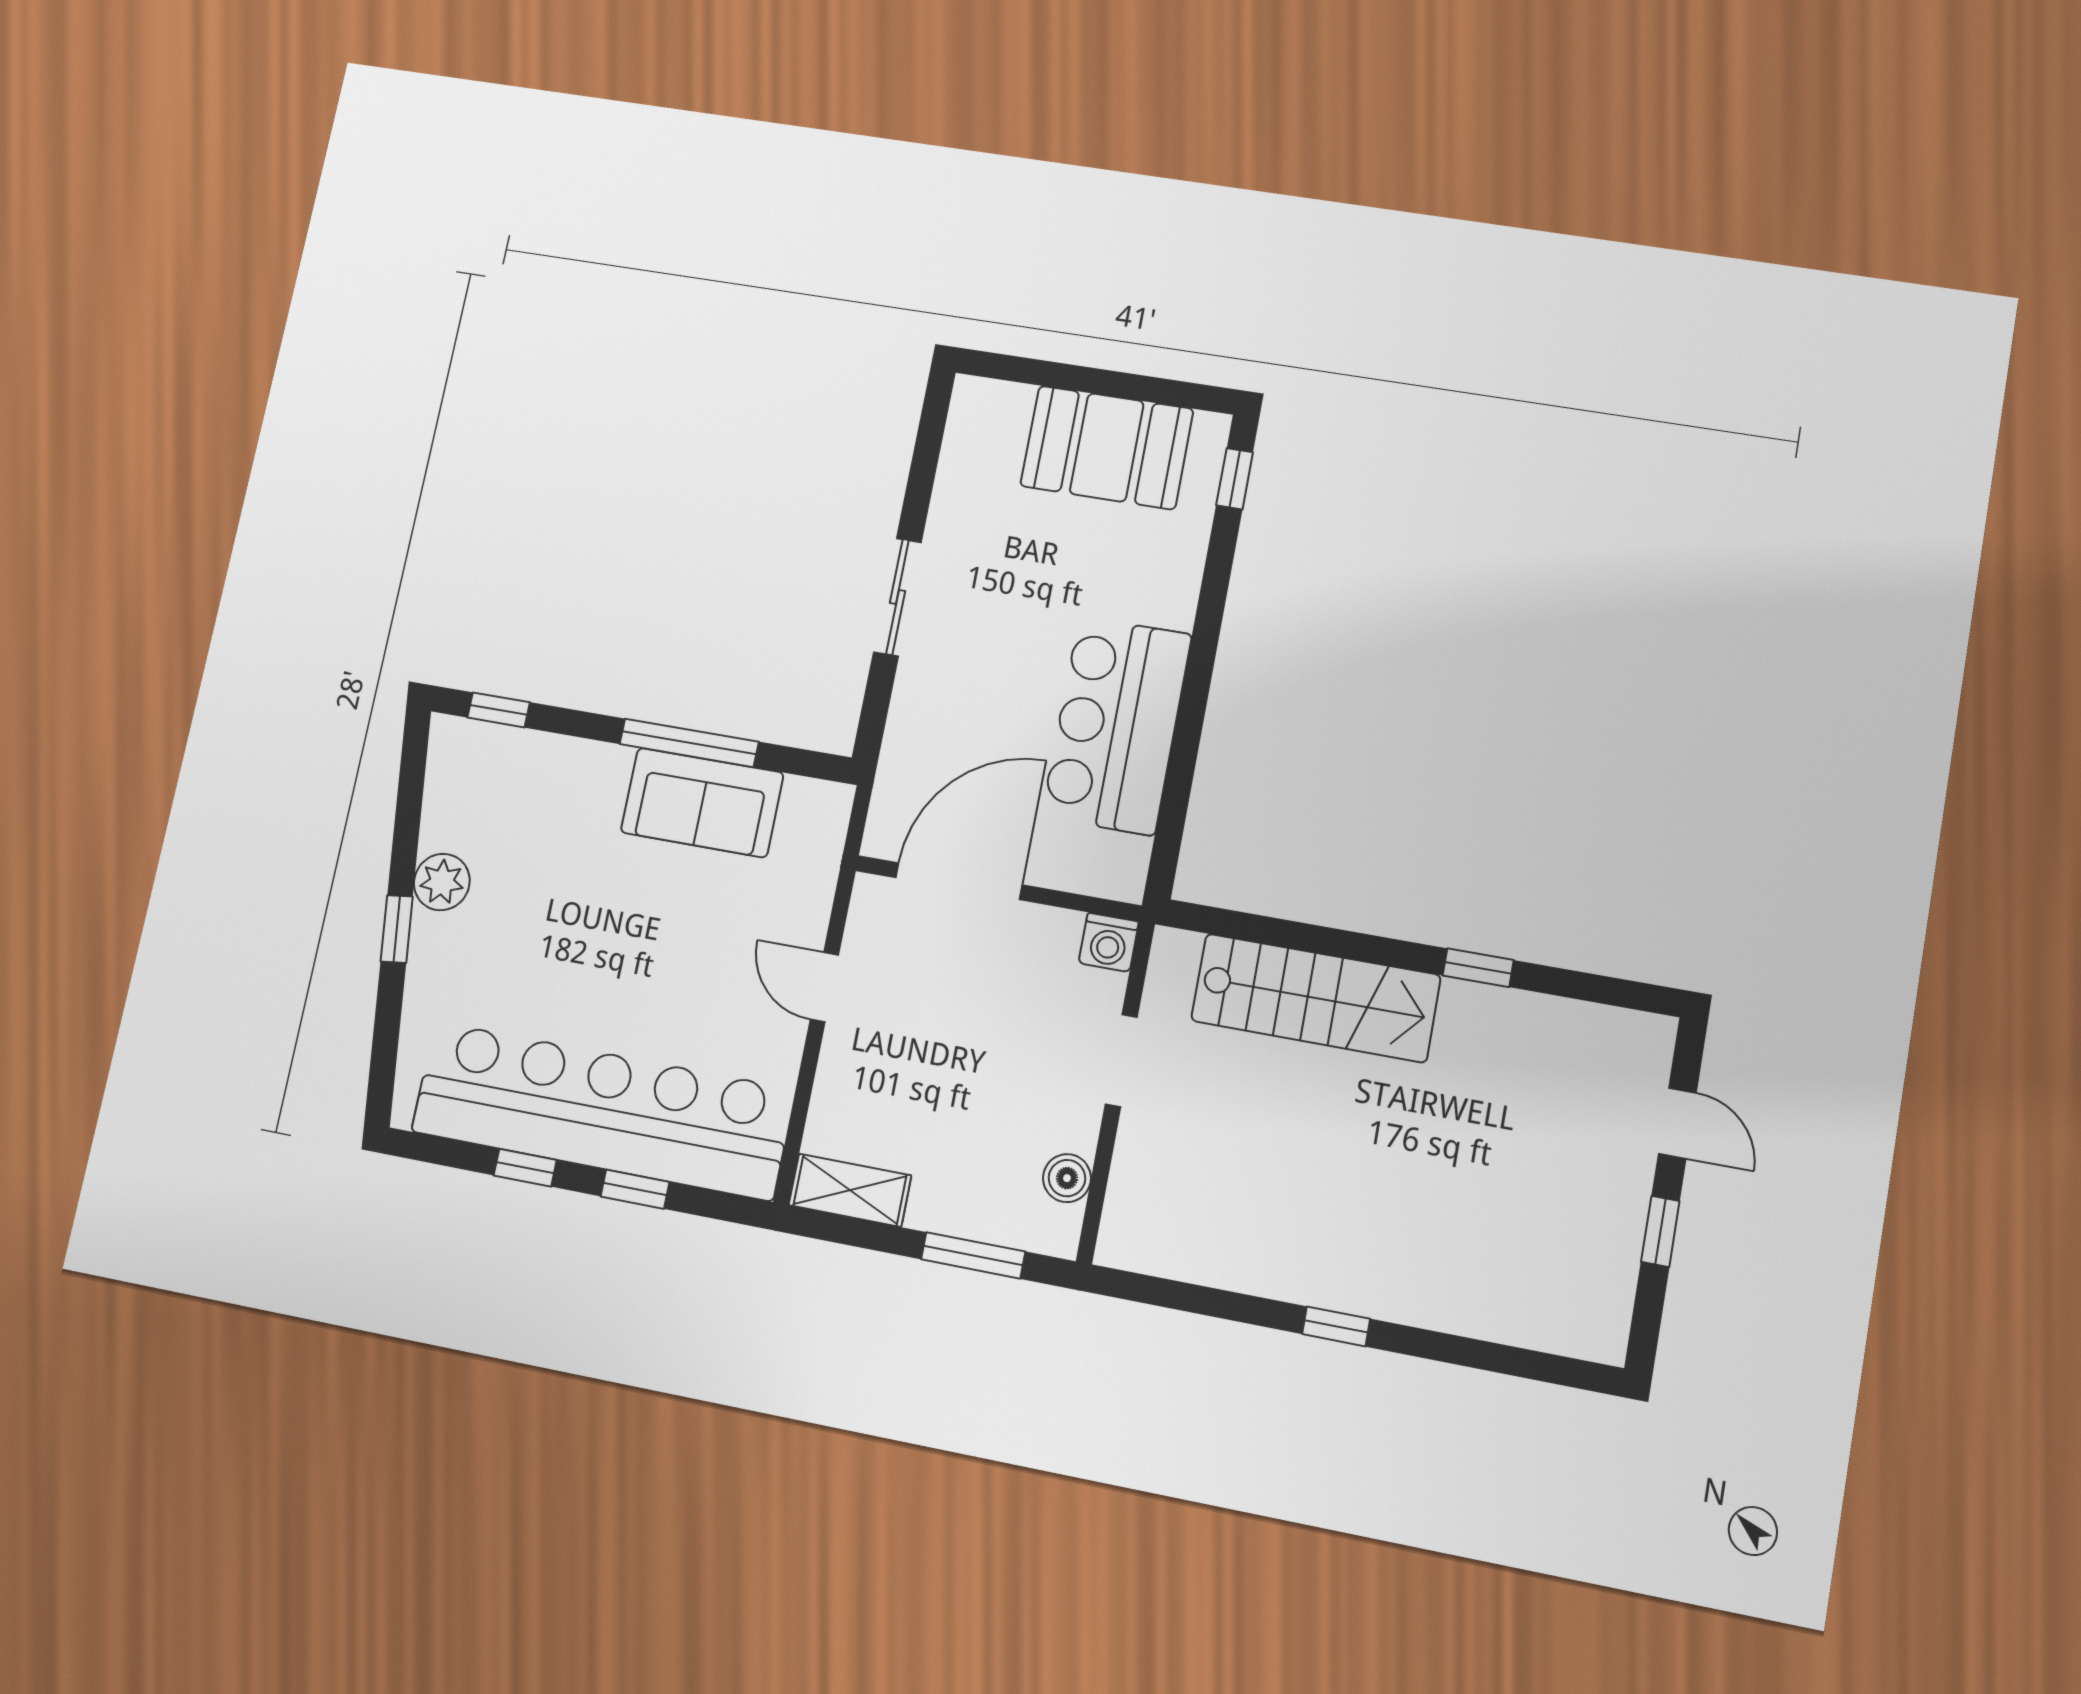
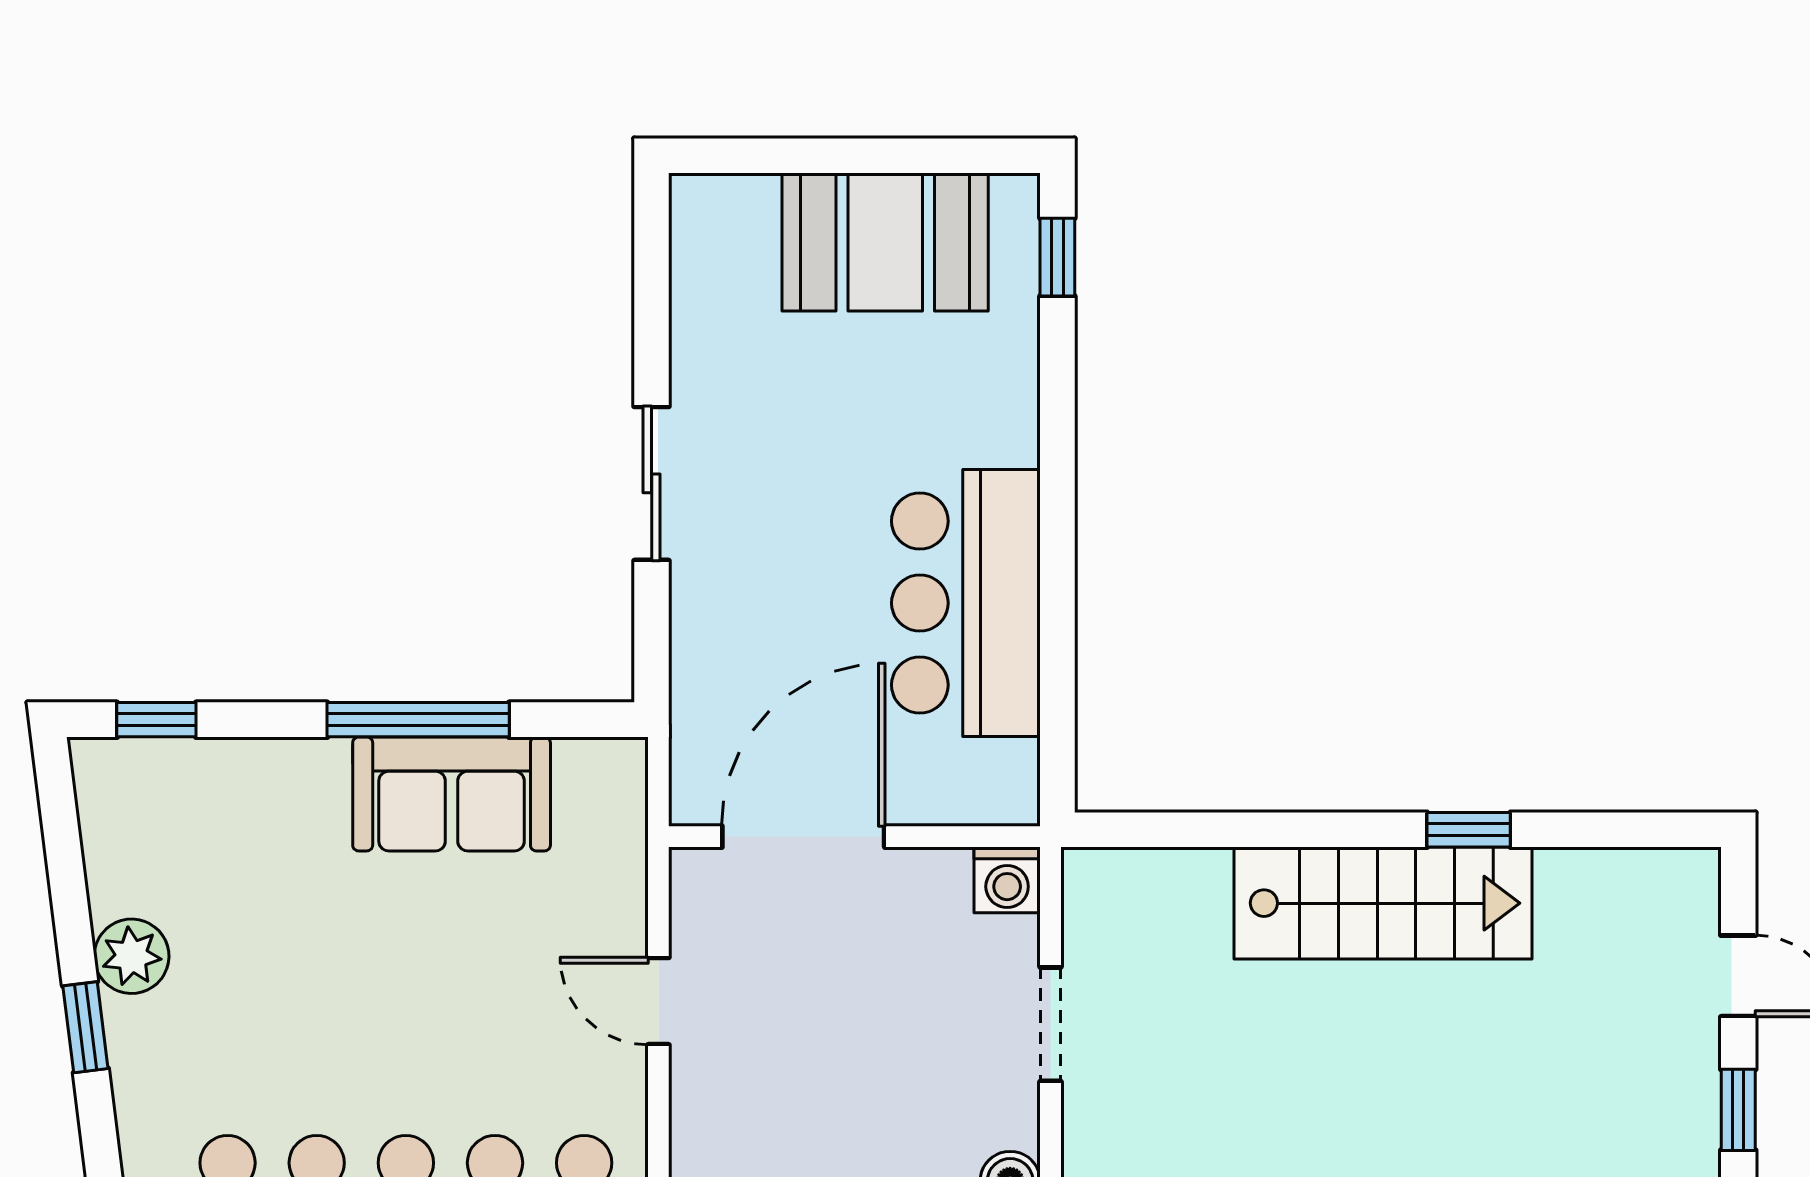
stairs: (1316, 998) -> (1383, 903), moved

